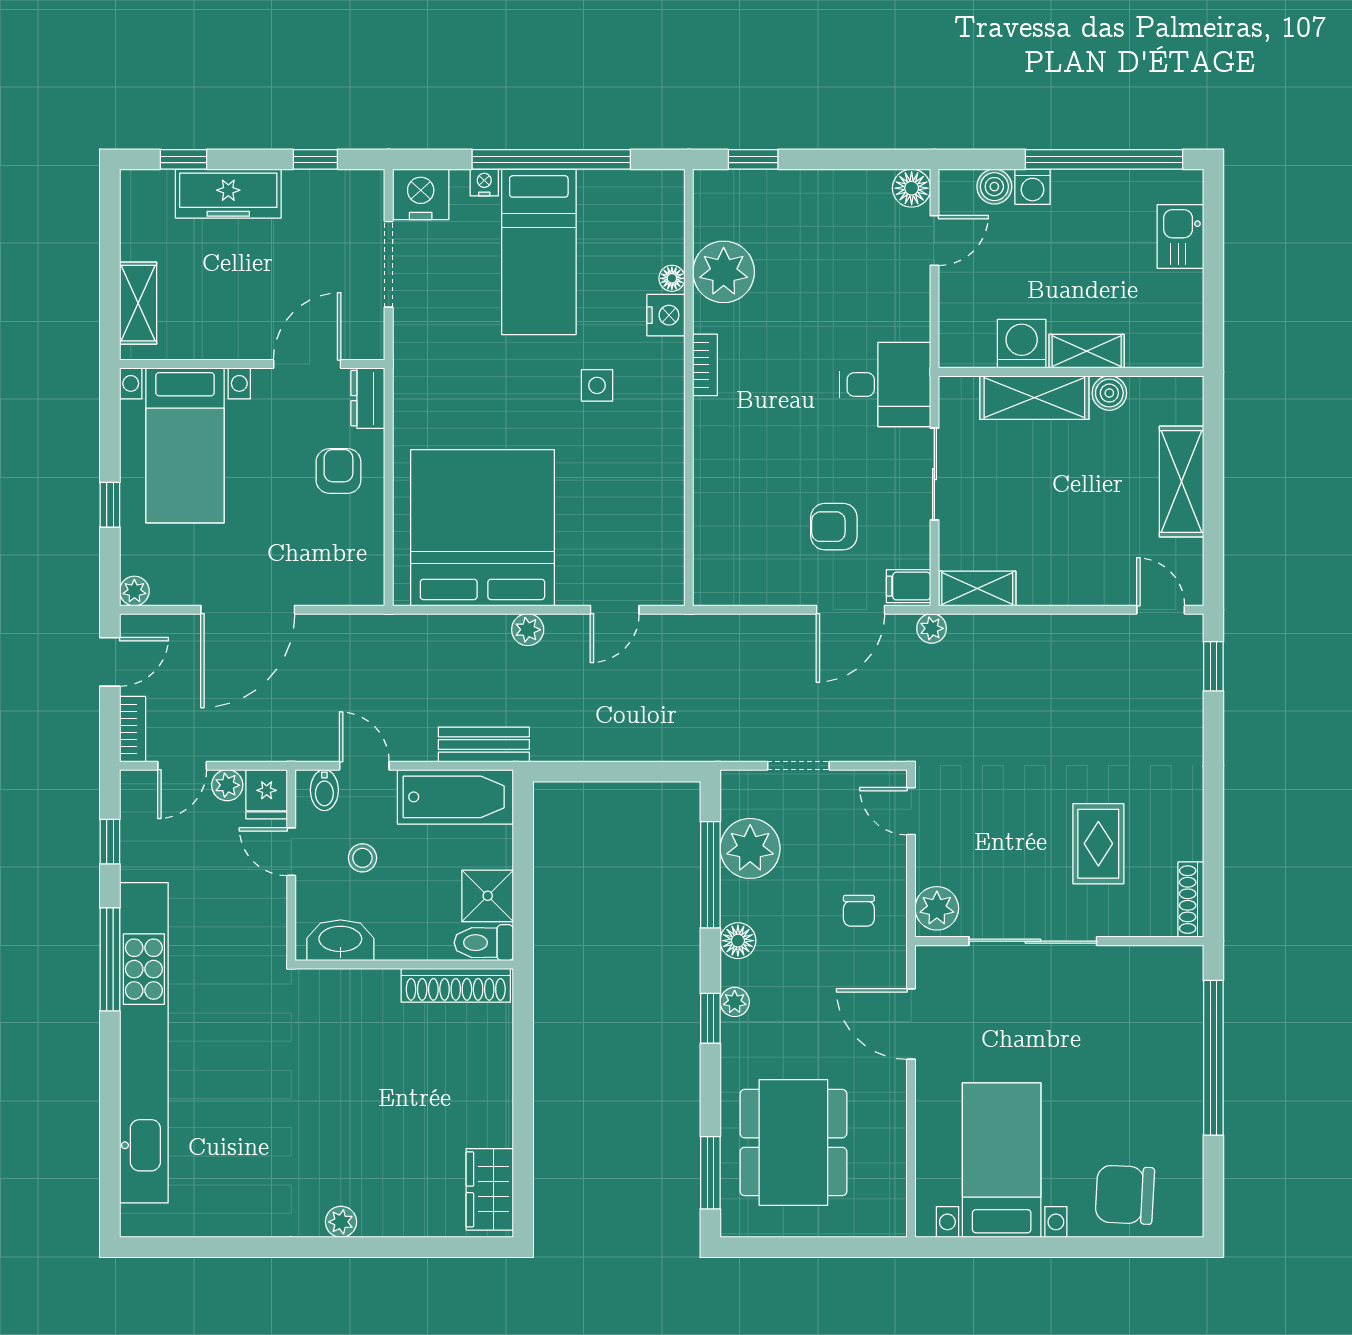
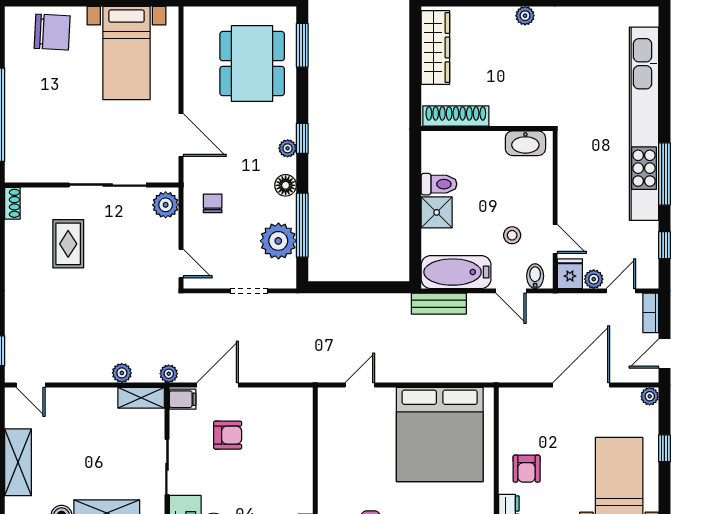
plant: (528, 630) -> (122, 373), moved
shoe rack: (1191, 900) -> (12, 203), width x0.70
washbasin: (340, 940) -> (525, 143), moved
wall: (404, 965) -> (487, 129), moved
shoe rack: (456, 985) -> (456, 116), moved
wardrobe: (490, 1189) -> (435, 48), width x1.50

